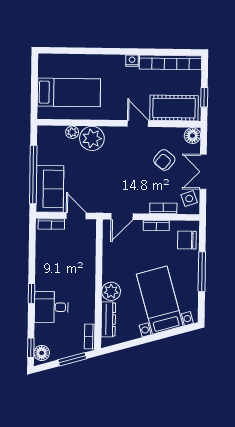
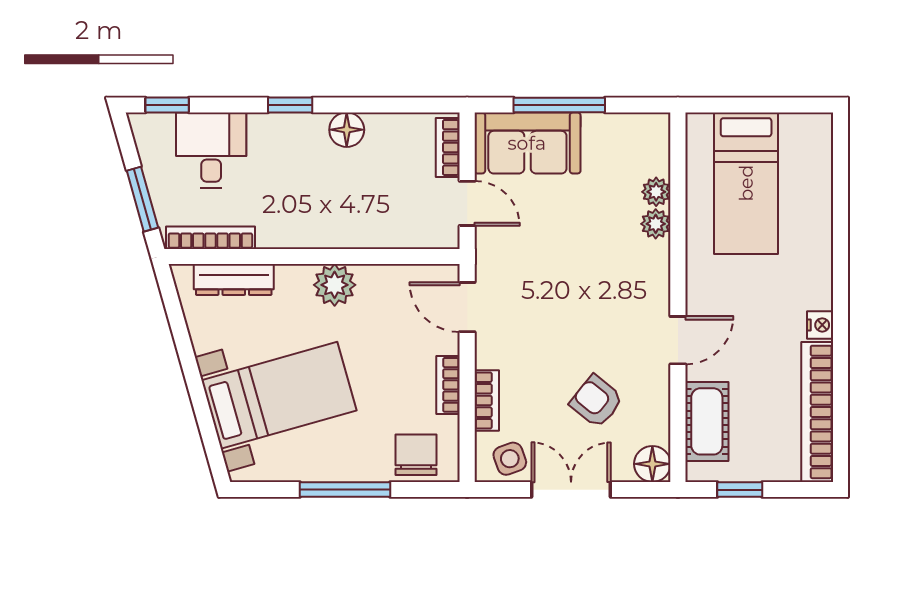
cot: (174, 108) -> (707, 421), width x0.73, depth x0.75
plant: (92, 138) -> (656, 224), width x0.53, depth x0.53
window: (33, 175) -> (559, 105), width x0.68
door: (76, 216) -> (467, 203), hinge flipped
plant: (111, 291) -> (335, 285), moved
desk: (51, 307) -> (211, 150), moved
bookcase: (90, 337) -> (210, 238), width x1.56
floor lamp: (42, 353) -> (347, 130), moved

